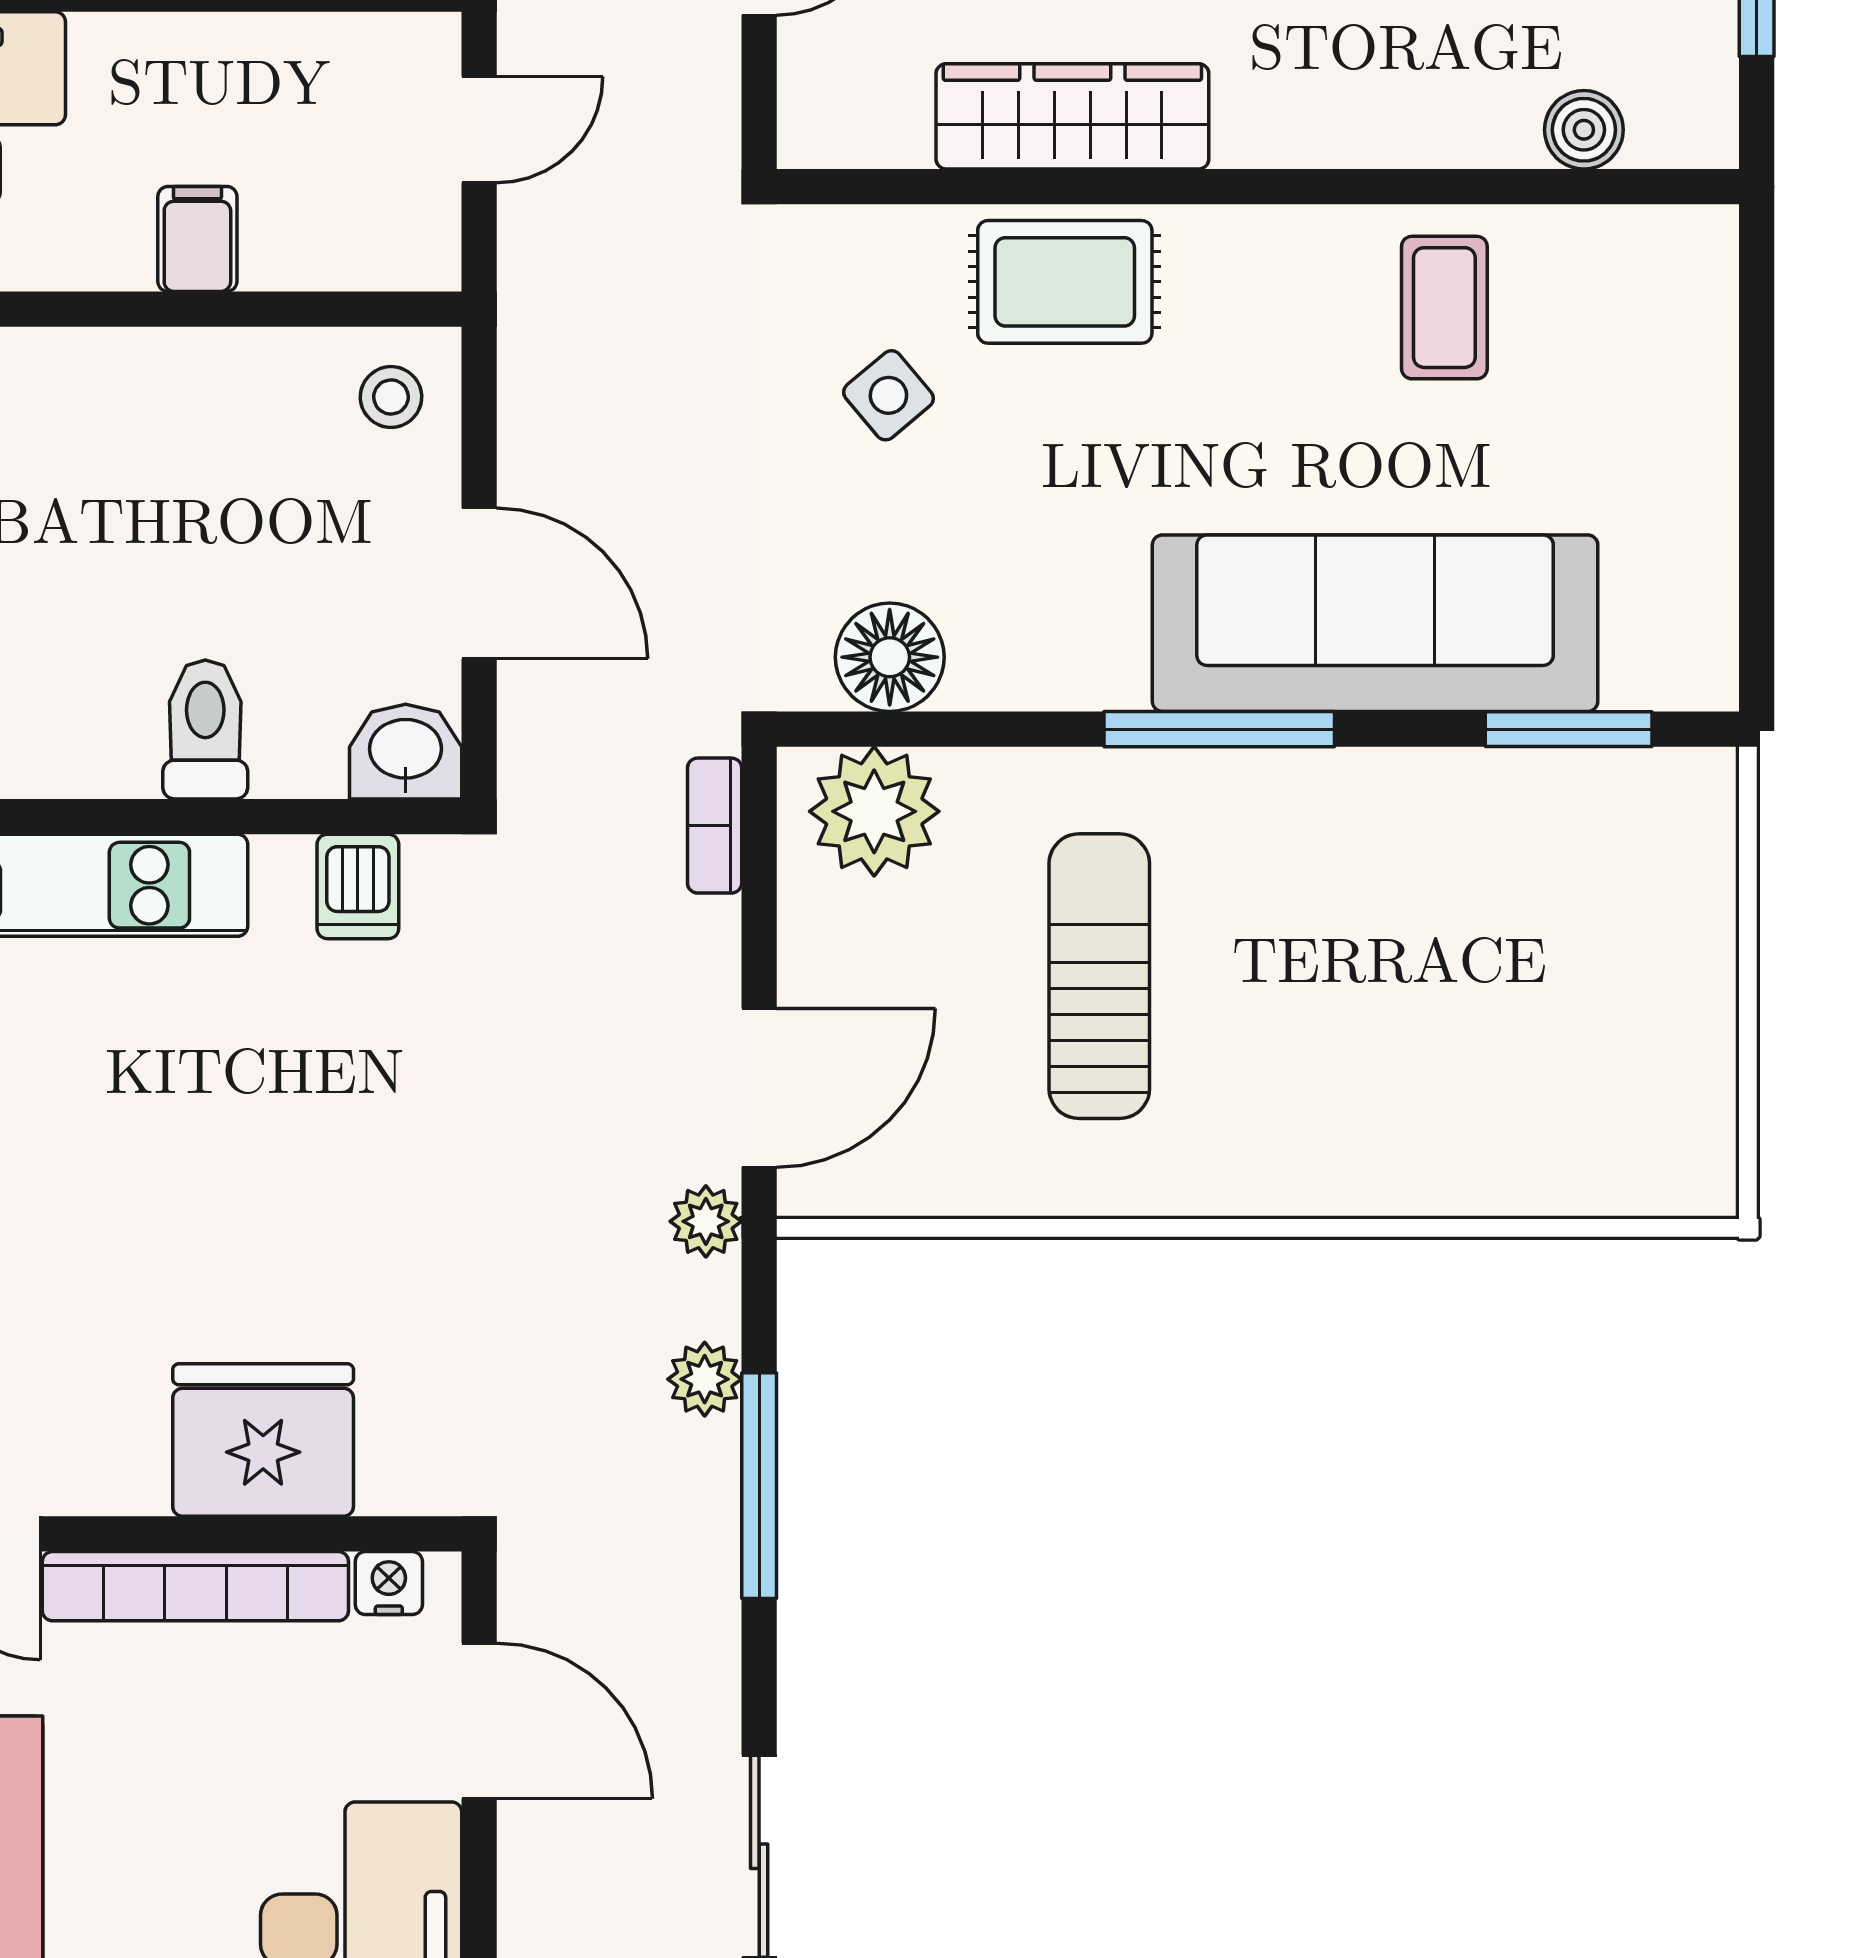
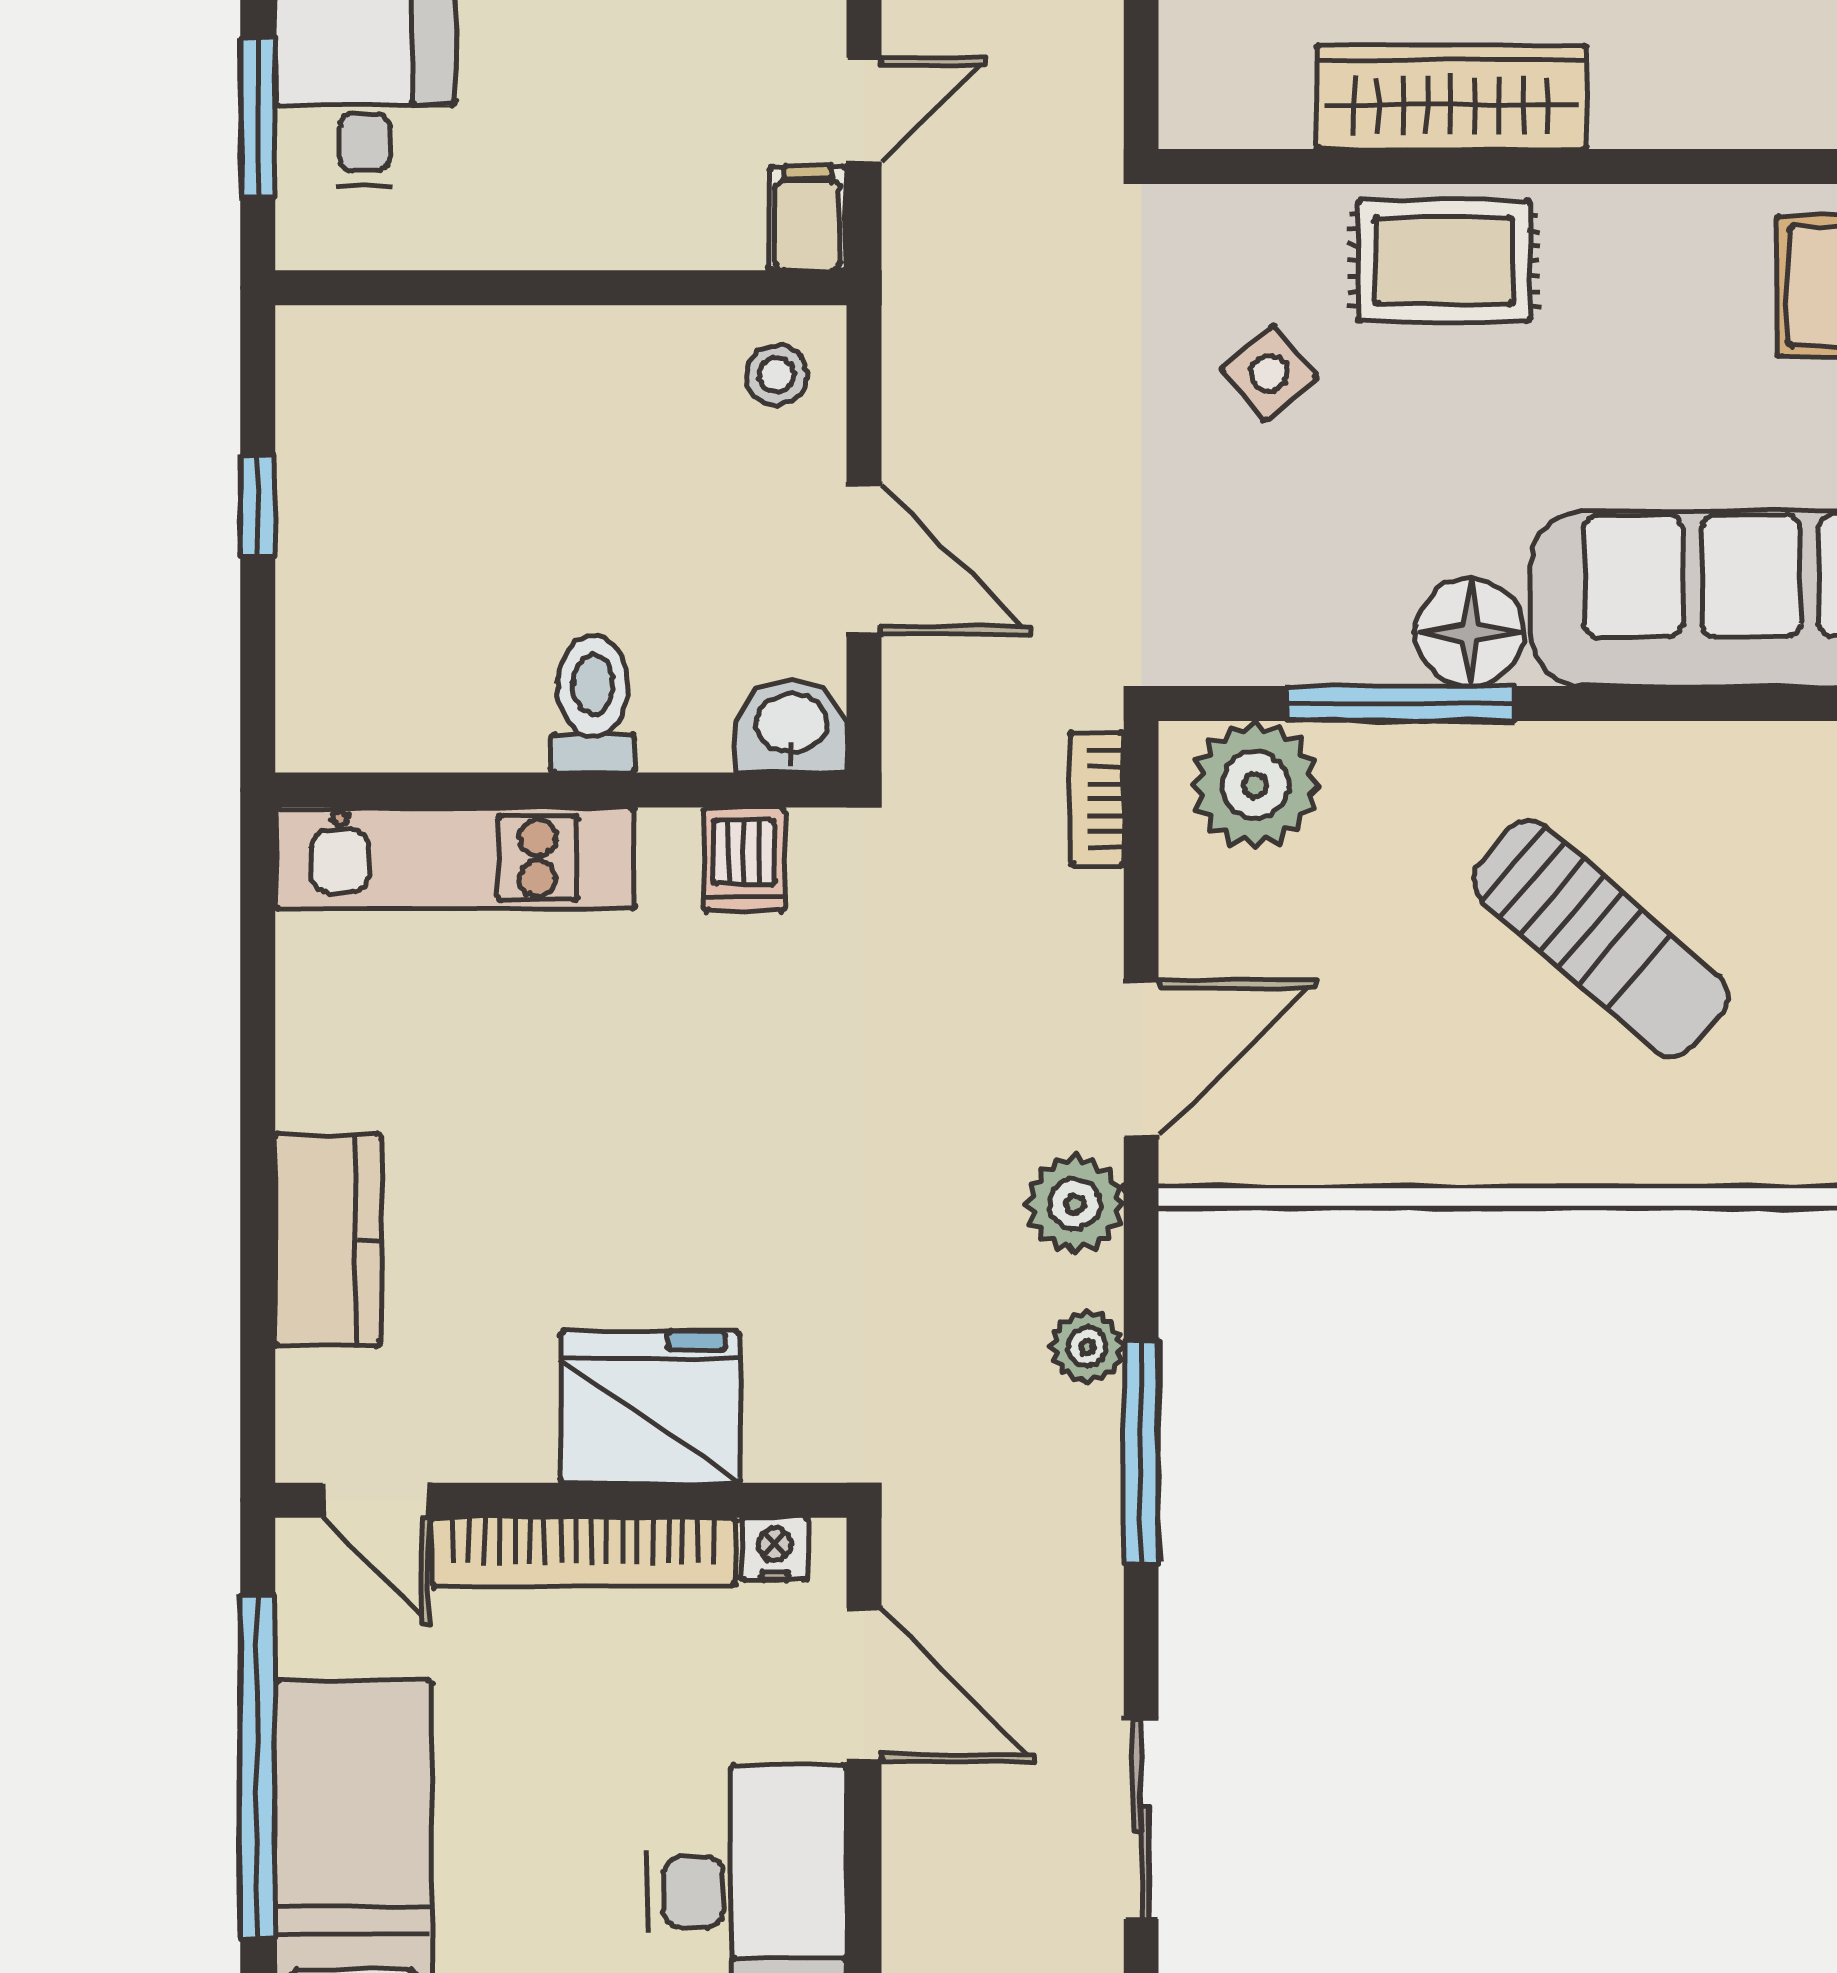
filing cabinet: (197, 239) -> (808, 218), moved
floor lamp: (890, 657) -> (1470, 632), moved
window: (1219, 729) -> (1401, 703), moved
sun lounger: (1099, 976) -> (1600, 939), moved, turned 131
plant: (706, 1221) -> (1075, 1204), width x1.38, depth x1.38

